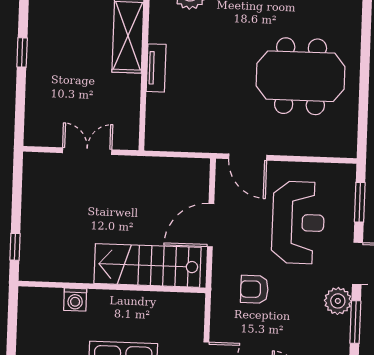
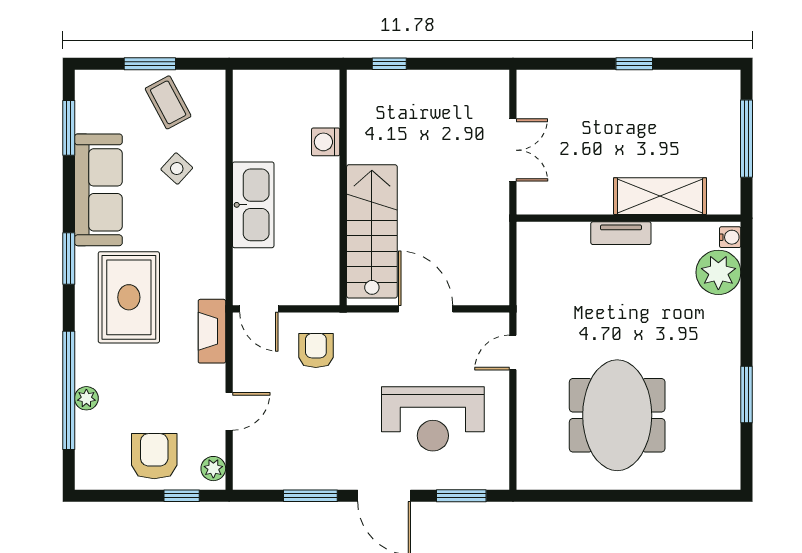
door: (248, 157) -> (513, 353), width x0.73
armchair: (254, 289) -> (316, 351), moved
plant: (338, 301) -> (336, 473), removed

